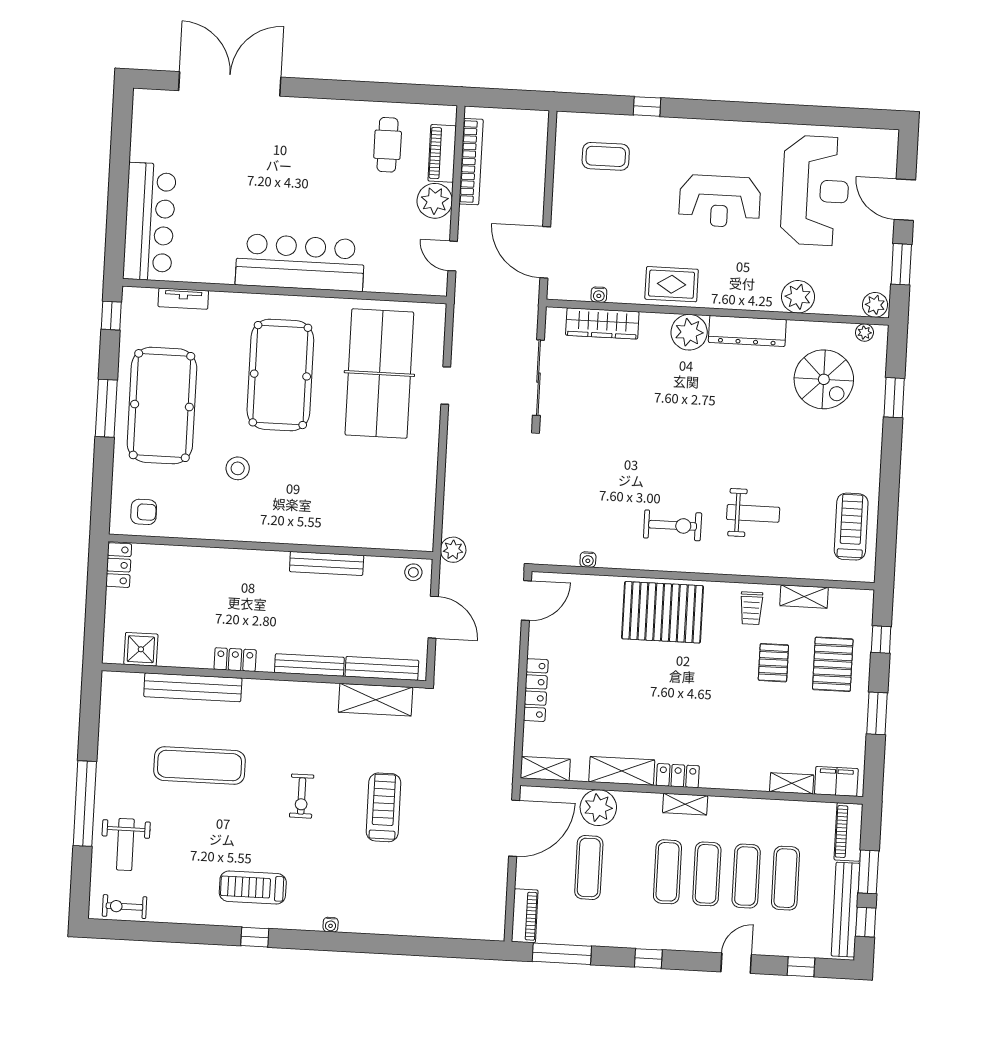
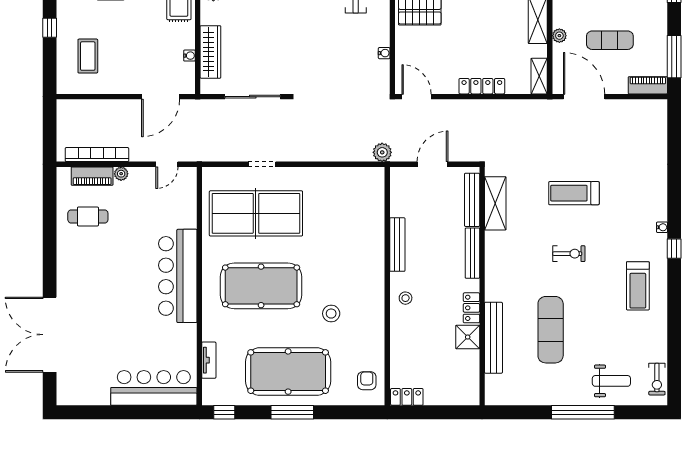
plant: (435, 201) -> (121, 174), width x0.53, depth x0.53
stool: (413, 572) -> (406, 298), moved
shower: (141, 649) -> (468, 337), moved
plant: (598, 808) -> (559, 36), width x0.53, depth x0.53
window: (255, 937) -> (674, 249), moved

